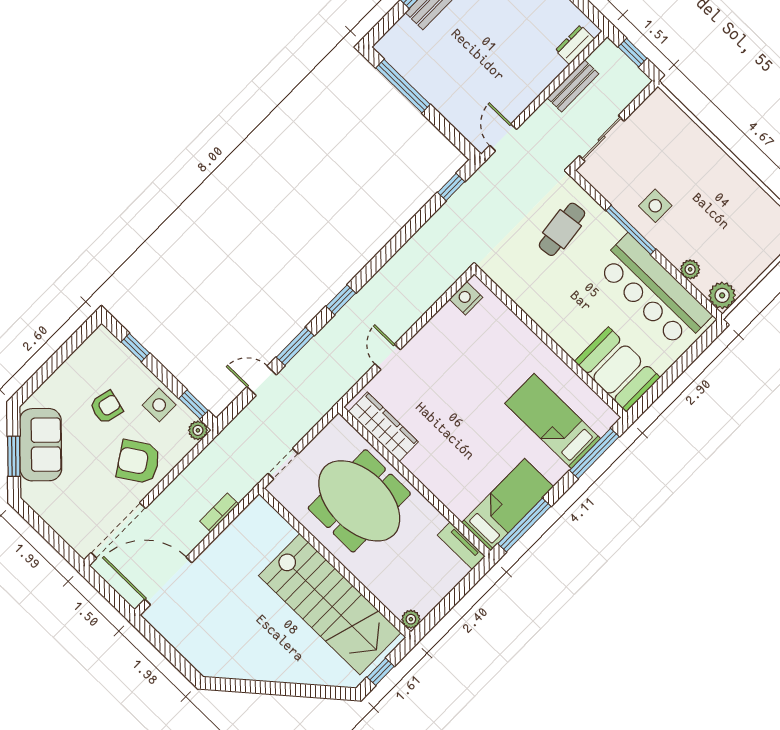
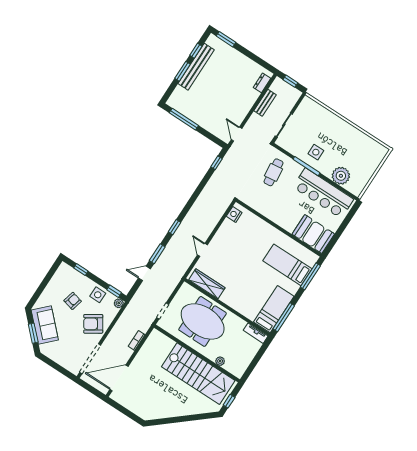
plant: (690, 269) -> (341, 176), width x1.88, depth x1.88
plant: (722, 295) -> (356, 189), removed
plant: (411, 619) -> (220, 361), moved

